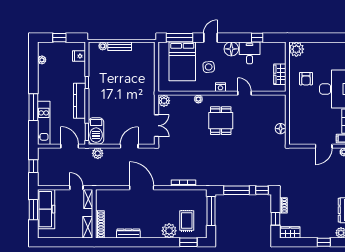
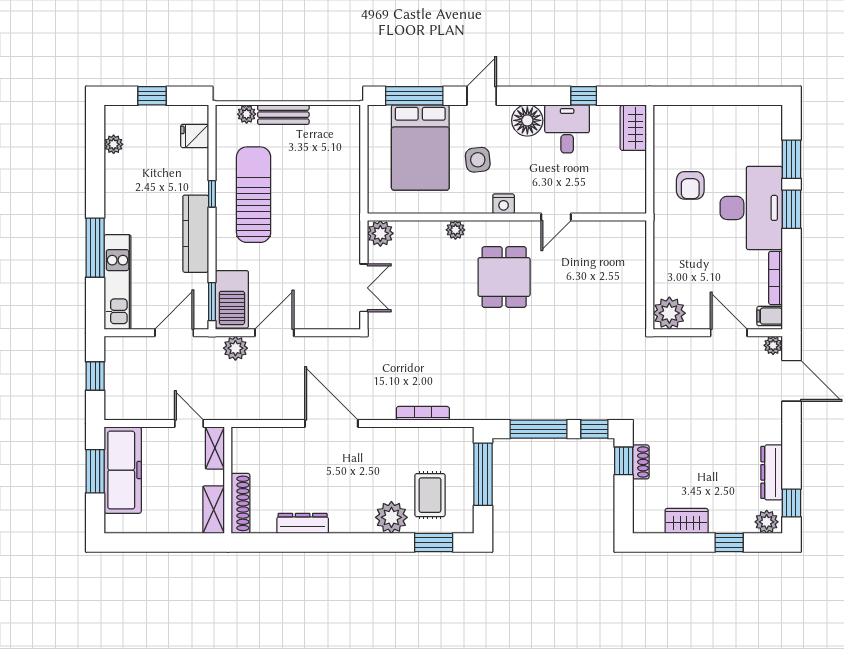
plant: (296, 49) -> (669, 313), moved
wardrobe: (280, 74) -> (633, 128), moved
sun lounger: (106, 83) -> (254, 195), added
door: (244, 93) -> (556, 217), swing flipped
floor lamp: (281, 129) -> (635, 294), removed
door: (70, 146) -> (174, 333), hinge flipped
door: (129, 146) -> (274, 333), moved
door: (324, 146) -> (729, 333), swing flipped
window: (275, 219) -> (624, 461), moved
wardrobe: (290, 232) -> (687, 521), moved

